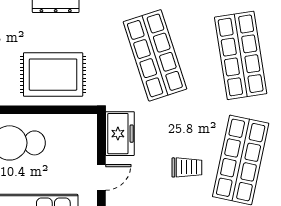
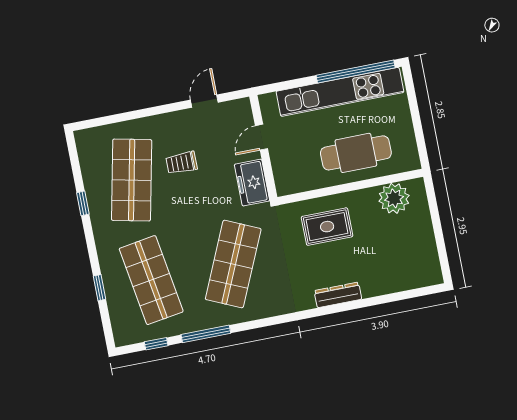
shop shelf: (155, 55) -> (233, 264), turned 42
rug: (53, 75) -> (327, 227), width x0.73, depth x0.70

